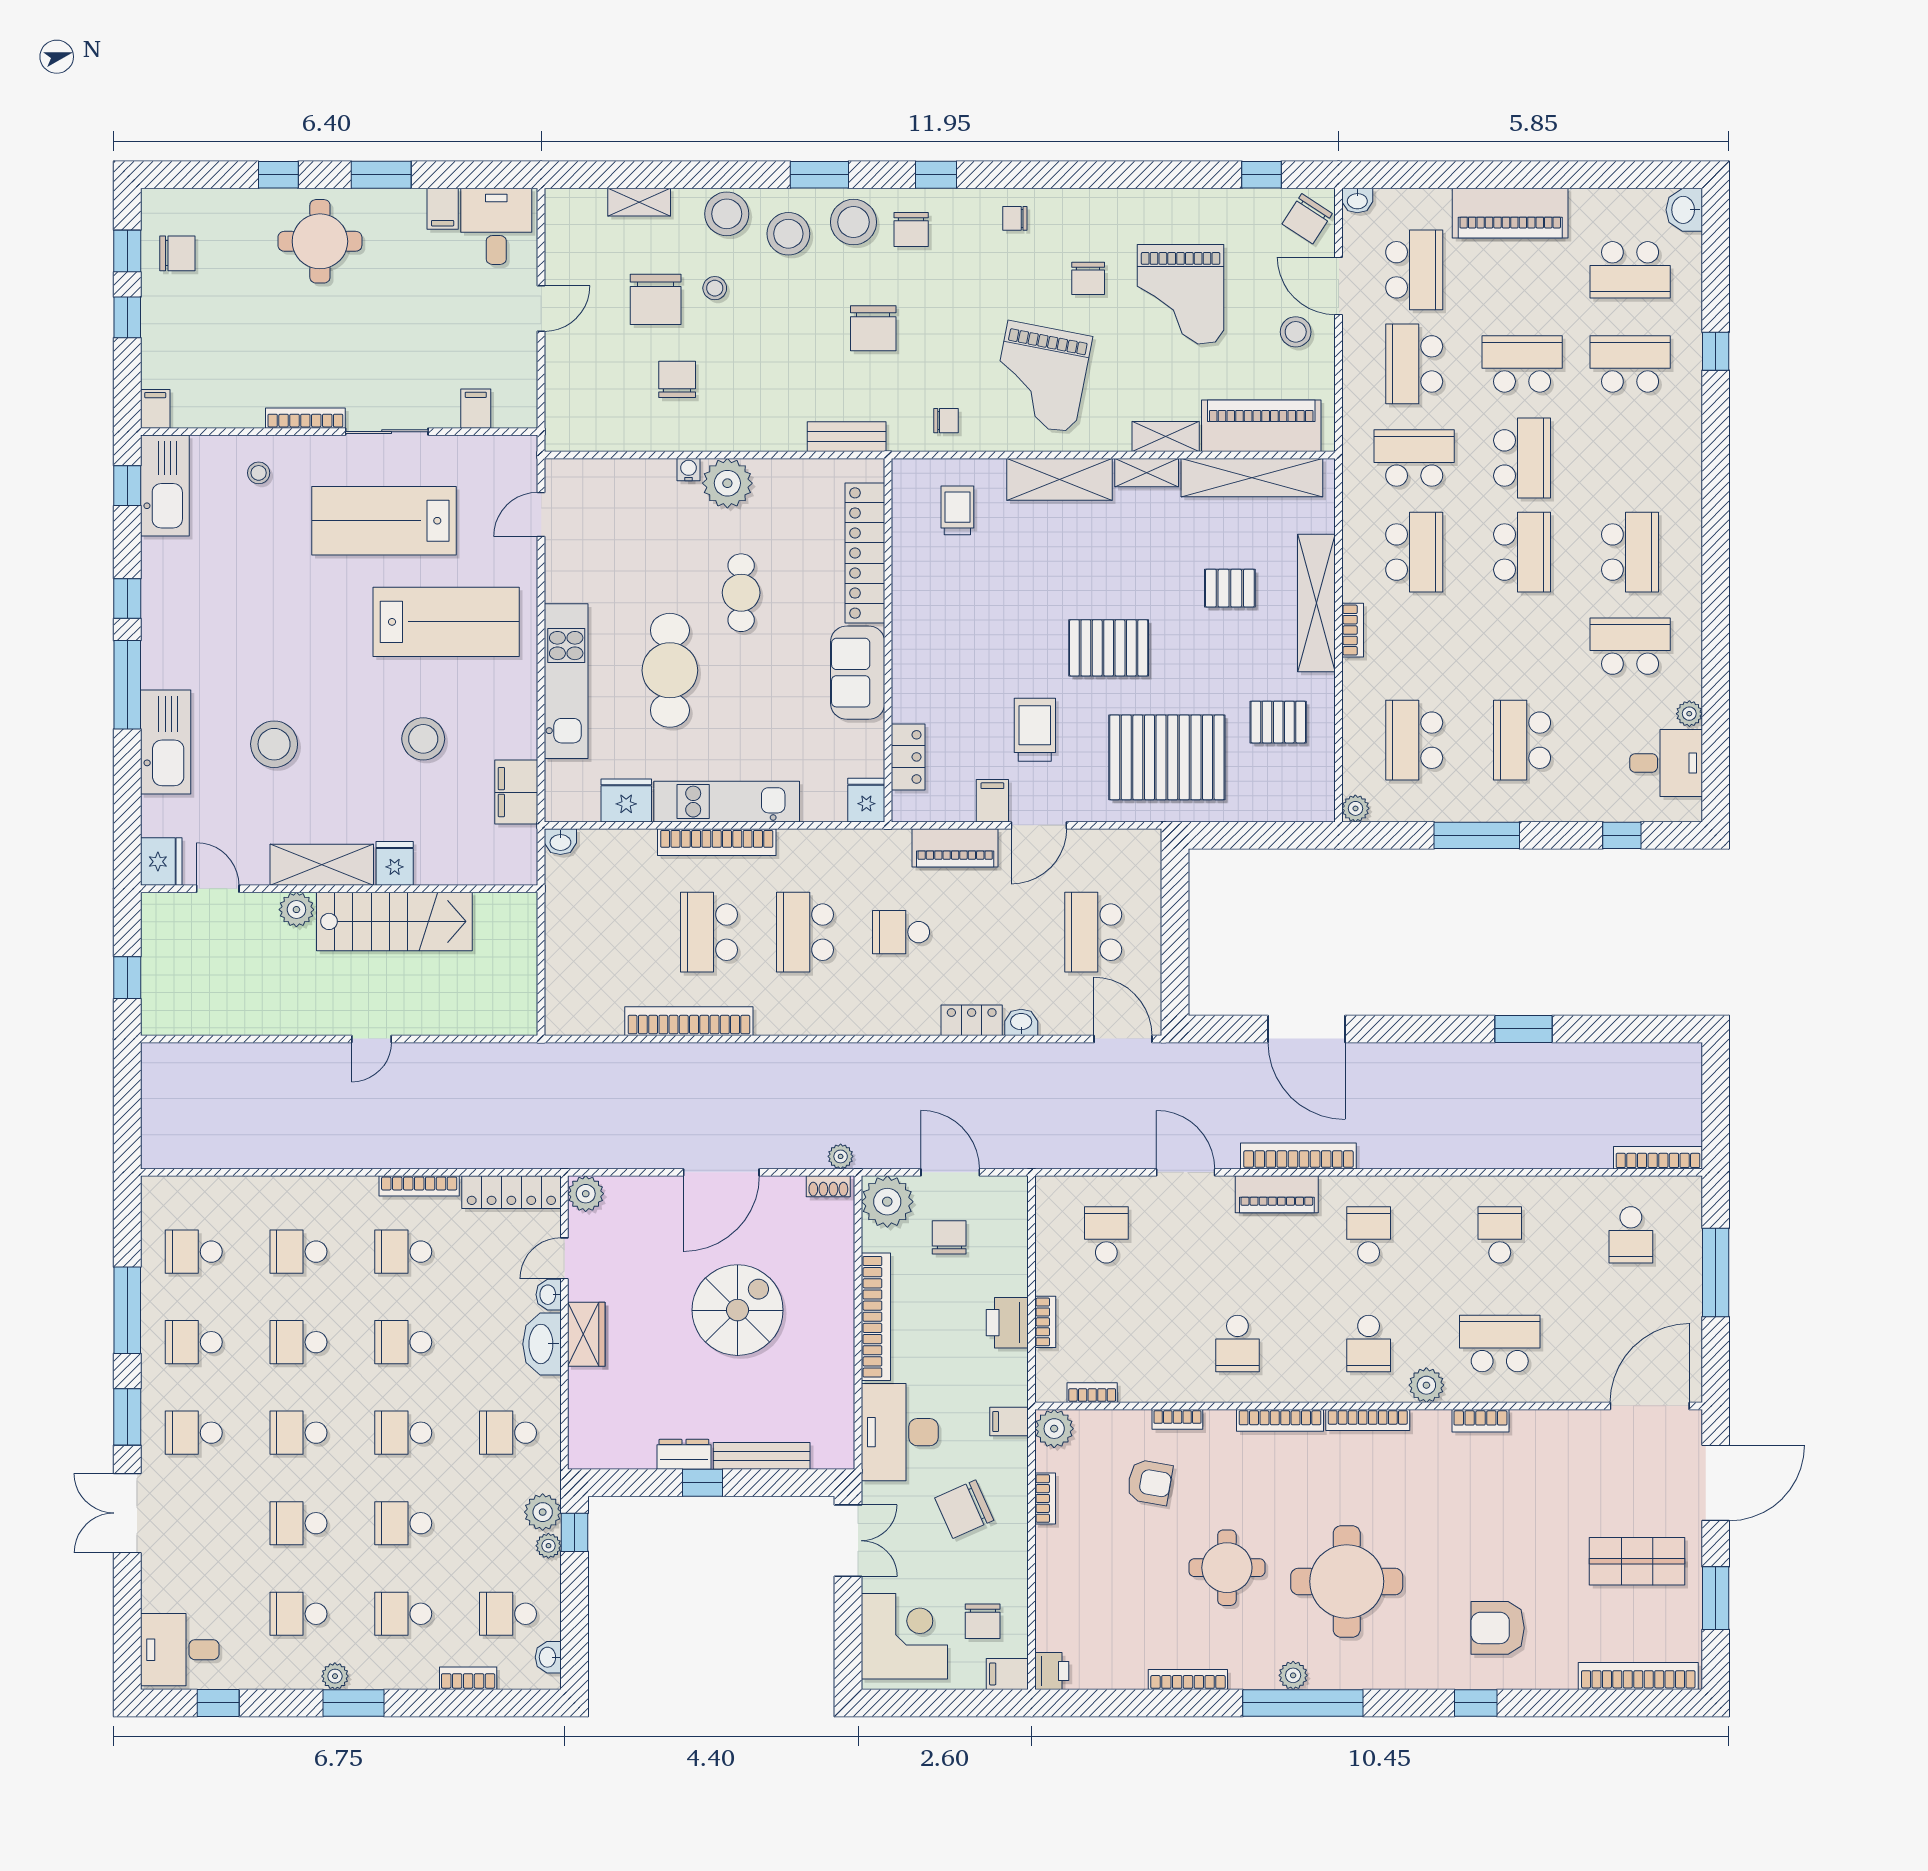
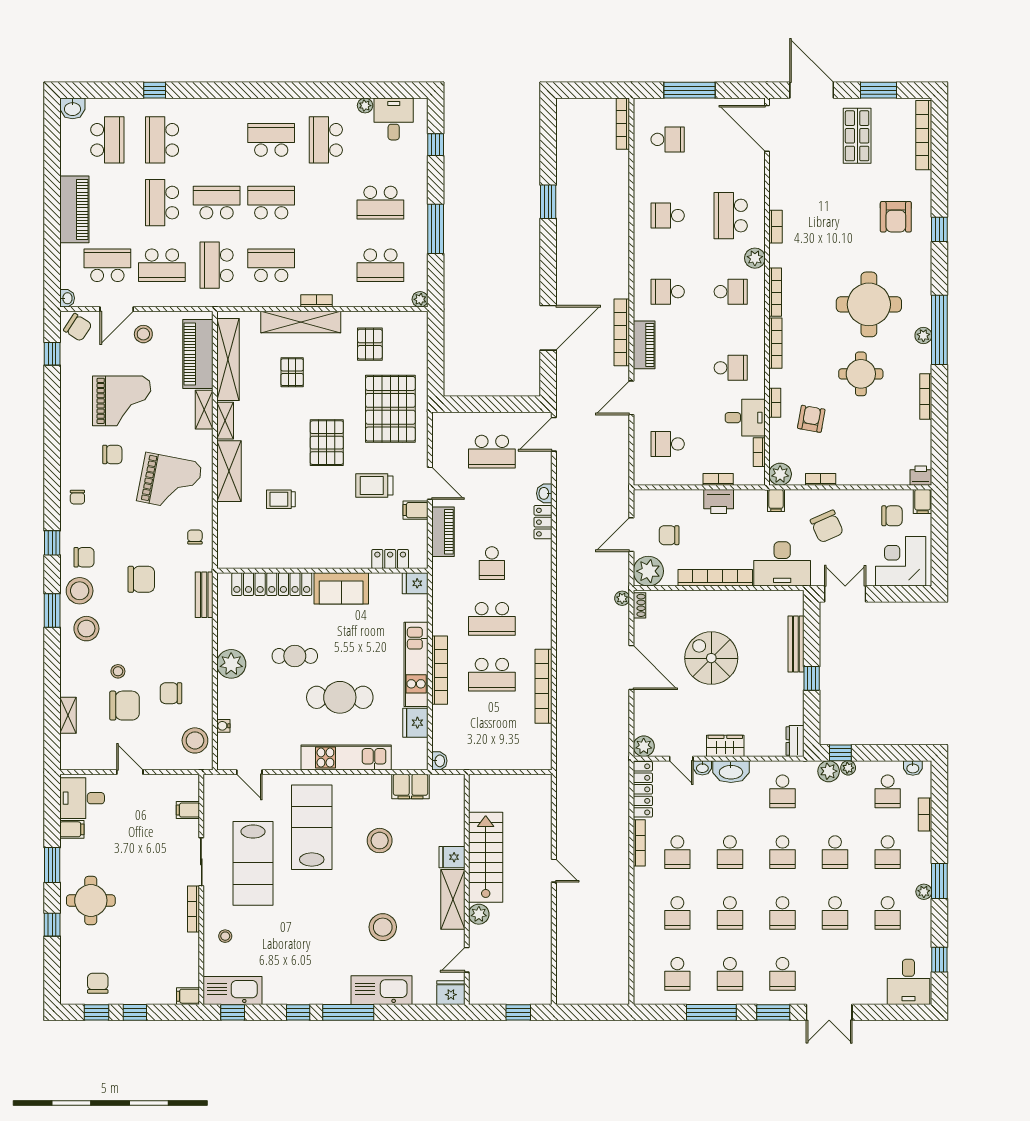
stool: (727, 214) -> (195, 740), moved
water cooler: (689, 470) -> (223, 726), moved
trolley: (957, 510) -> (281, 499), moved
desk: (1152, 1368) -> (745, 418), added
dresser: (684, 1454) -> (795, 741), moved

